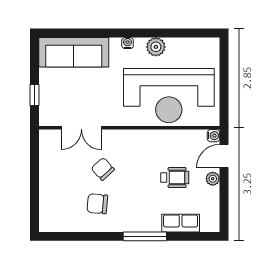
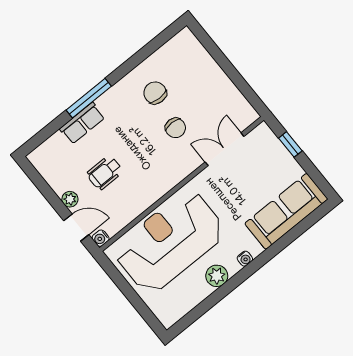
door: (224, 156) -> (76, 228), hinge flipped
chair: (103, 169) -> (175, 128), turned 43
chair: (97, 204) -> (155, 93), turned -93
row of seats: (181, 223) -> (82, 123), moved

